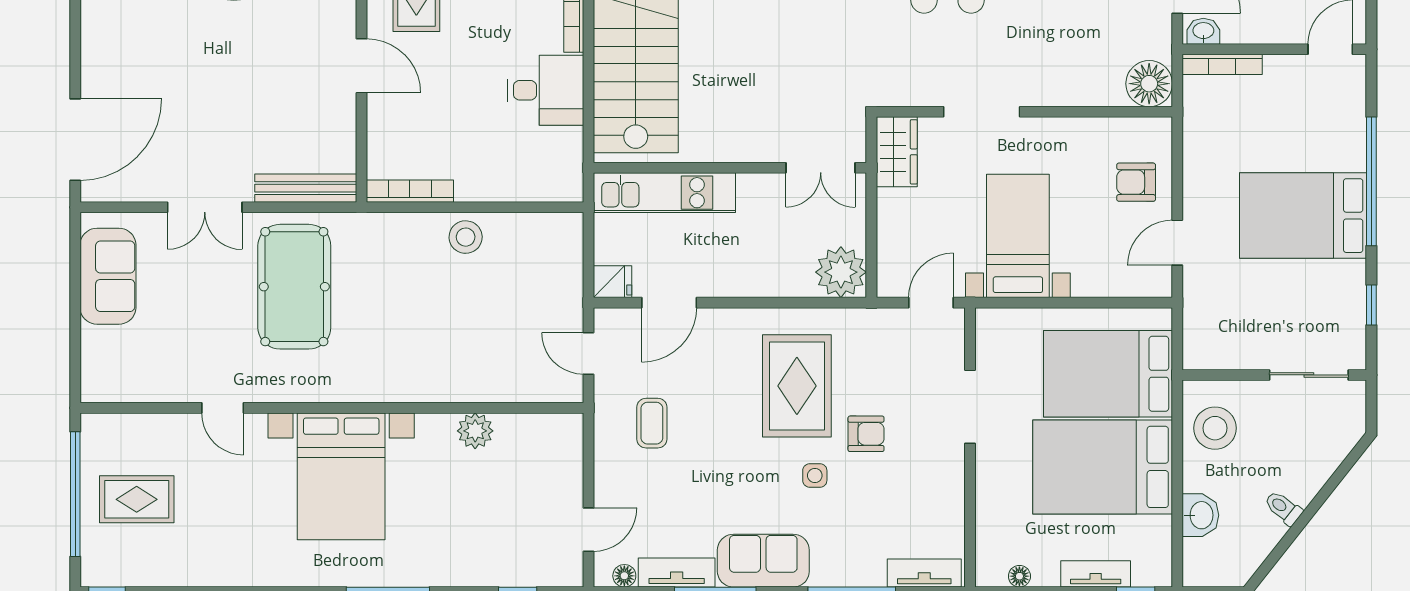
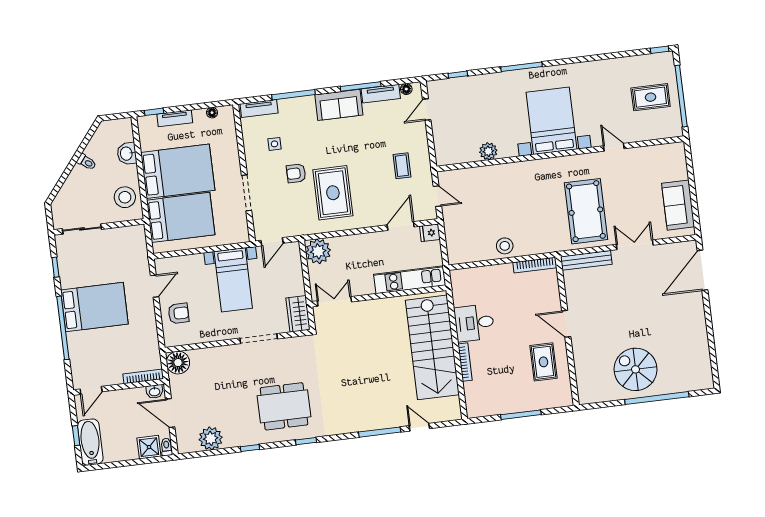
side table: (815, 475) -> (275, 144), moved

